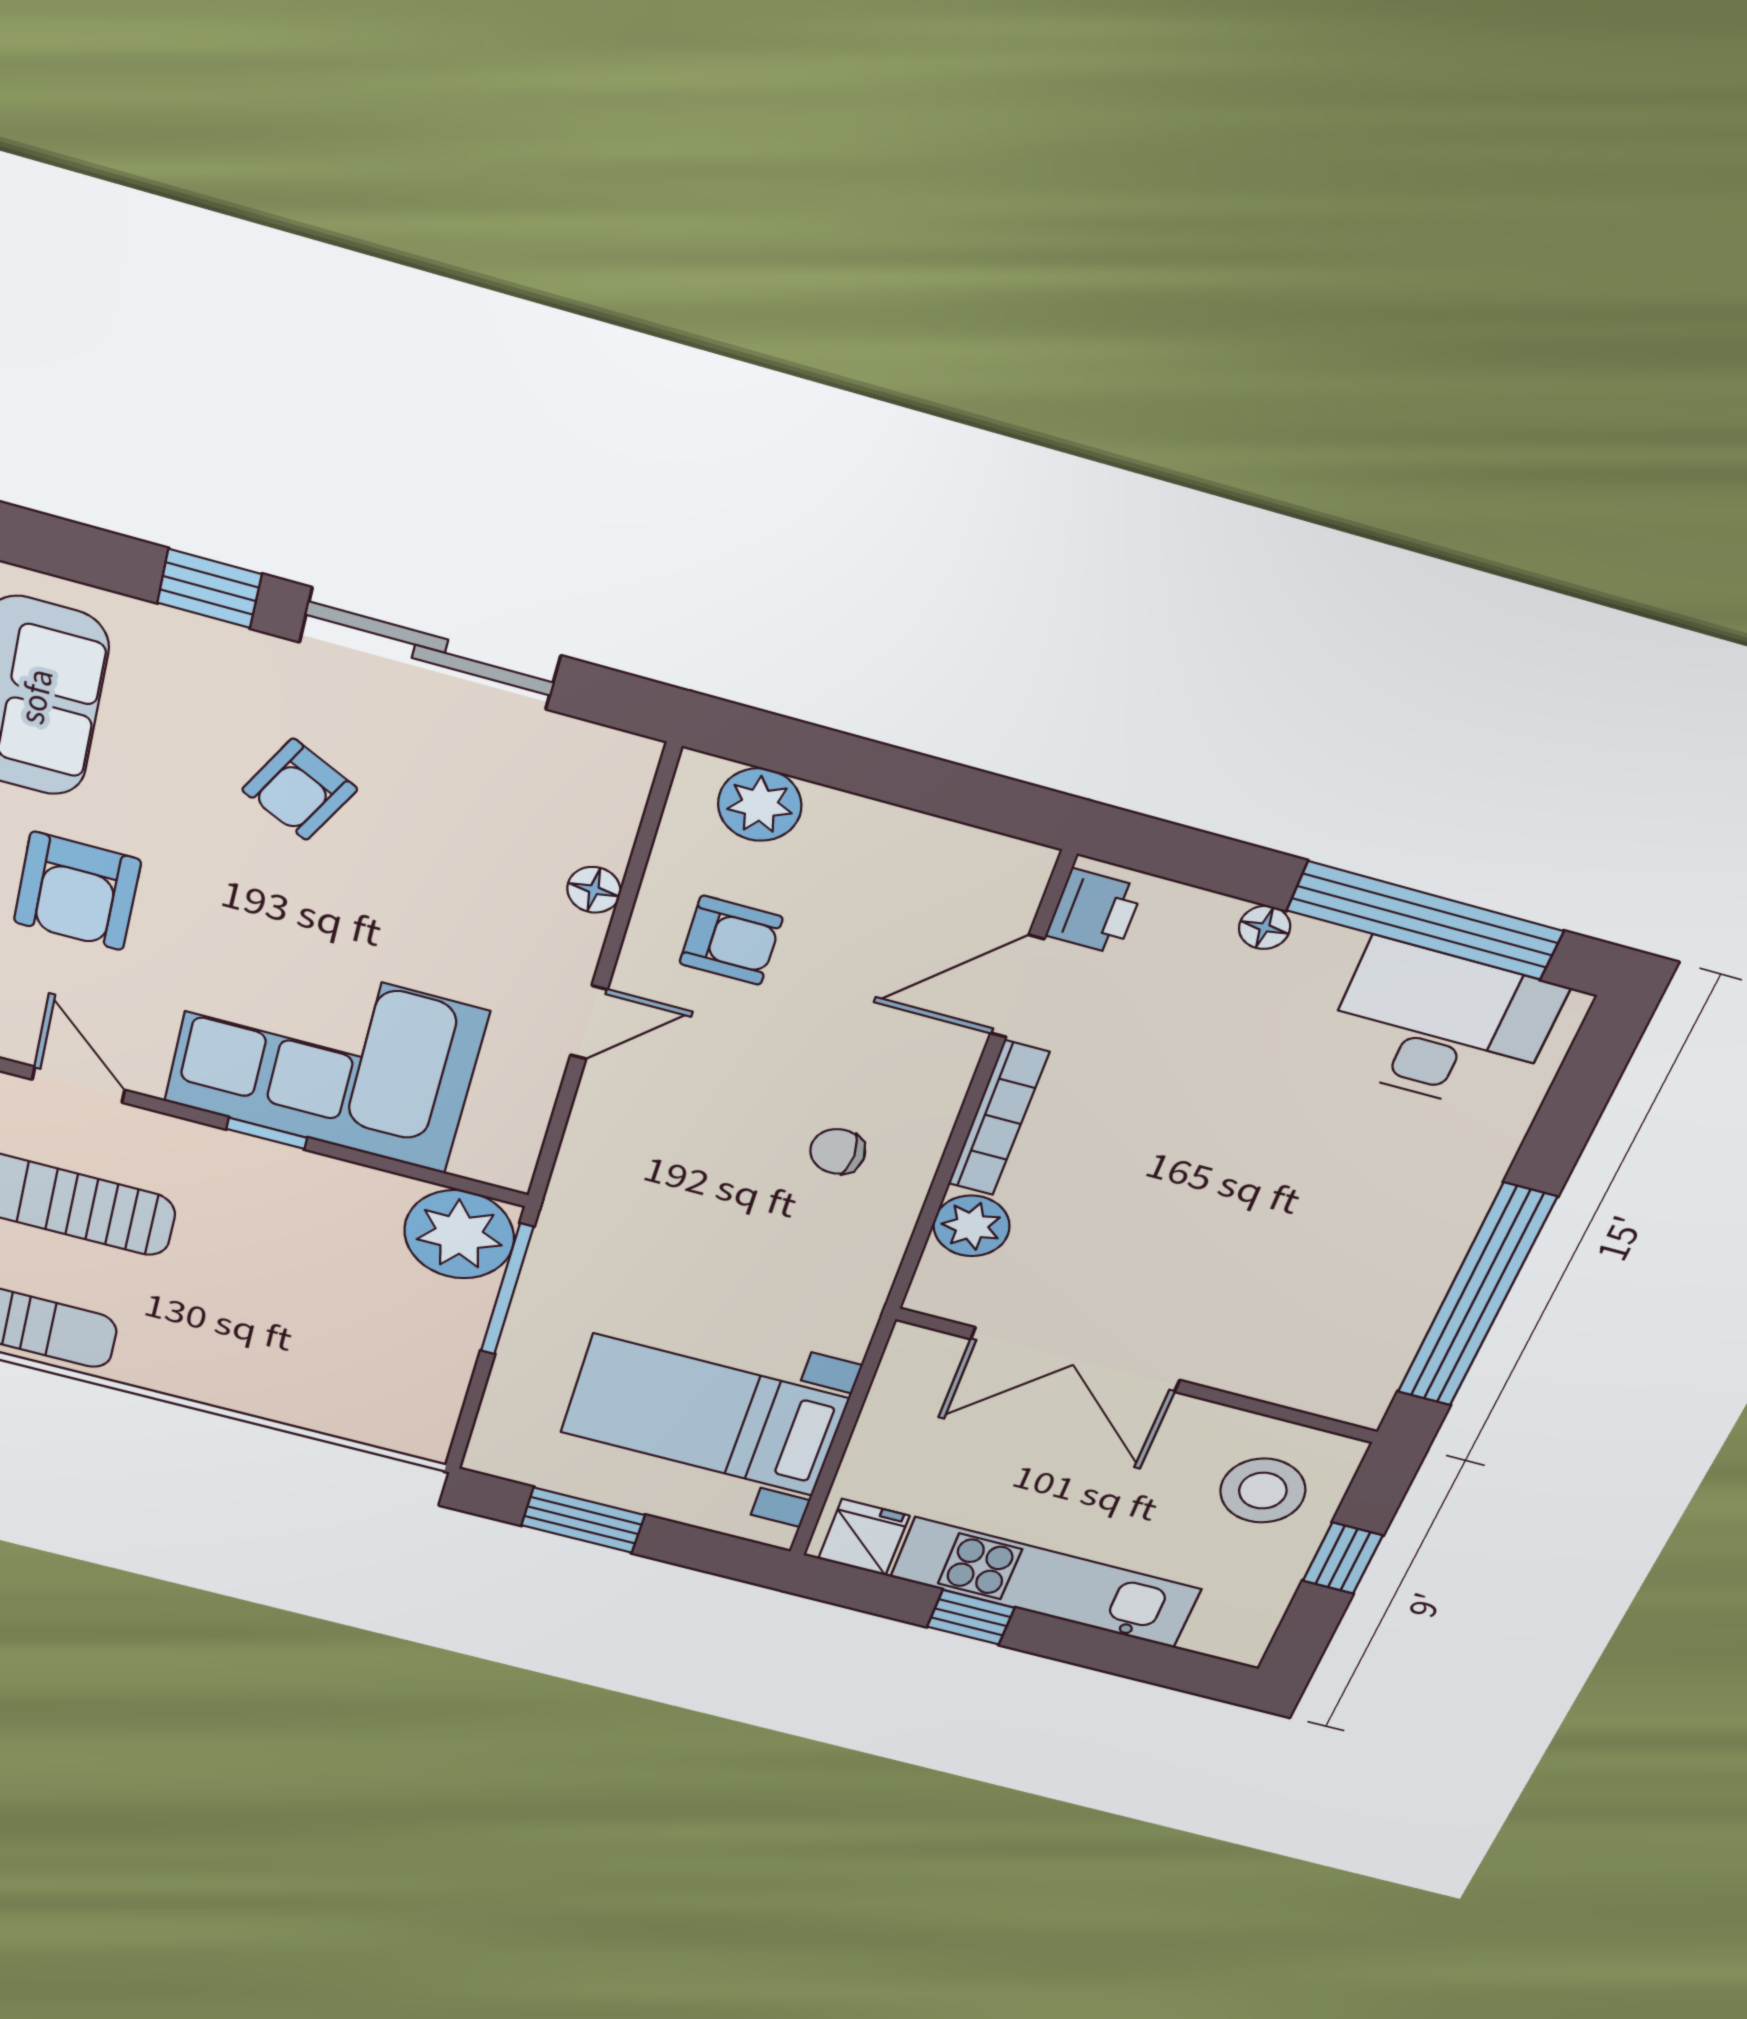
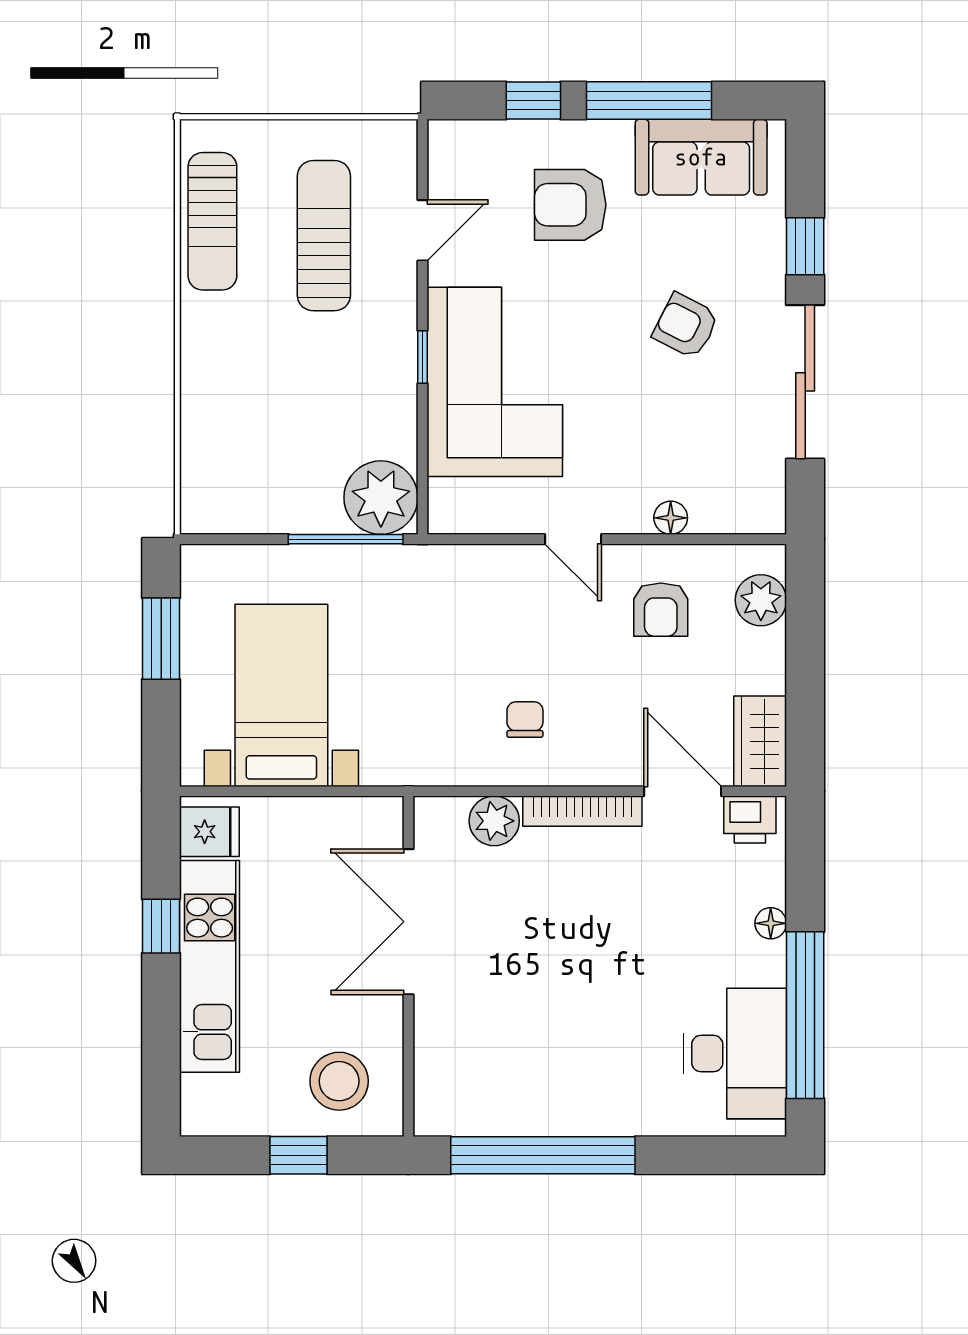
wardrobe: (979, 865) -> (760, 741), added

